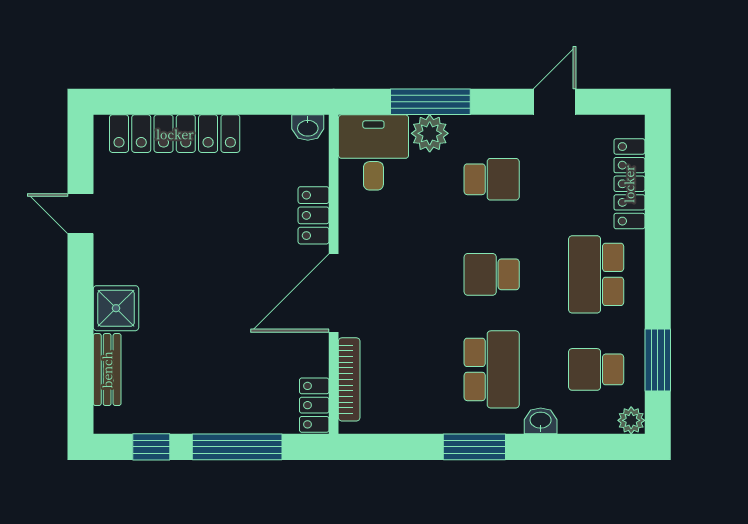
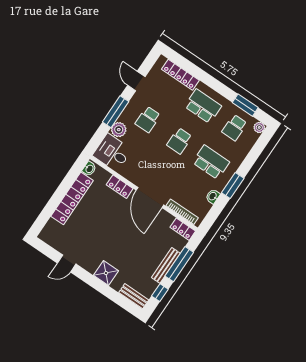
window: (430, 102) -> (116, 112), moved
locker: (175, 134) -> (72, 198), moved
school desk: (492, 179) -> (148, 119), turned 180
school desk: (596, 274) -> (203, 106), turned 180
bench: (107, 370) -> (134, 296), moved
bench: (216, 421) -> (166, 265), added
washbasin: (541, 421) -> (213, 196), moved

